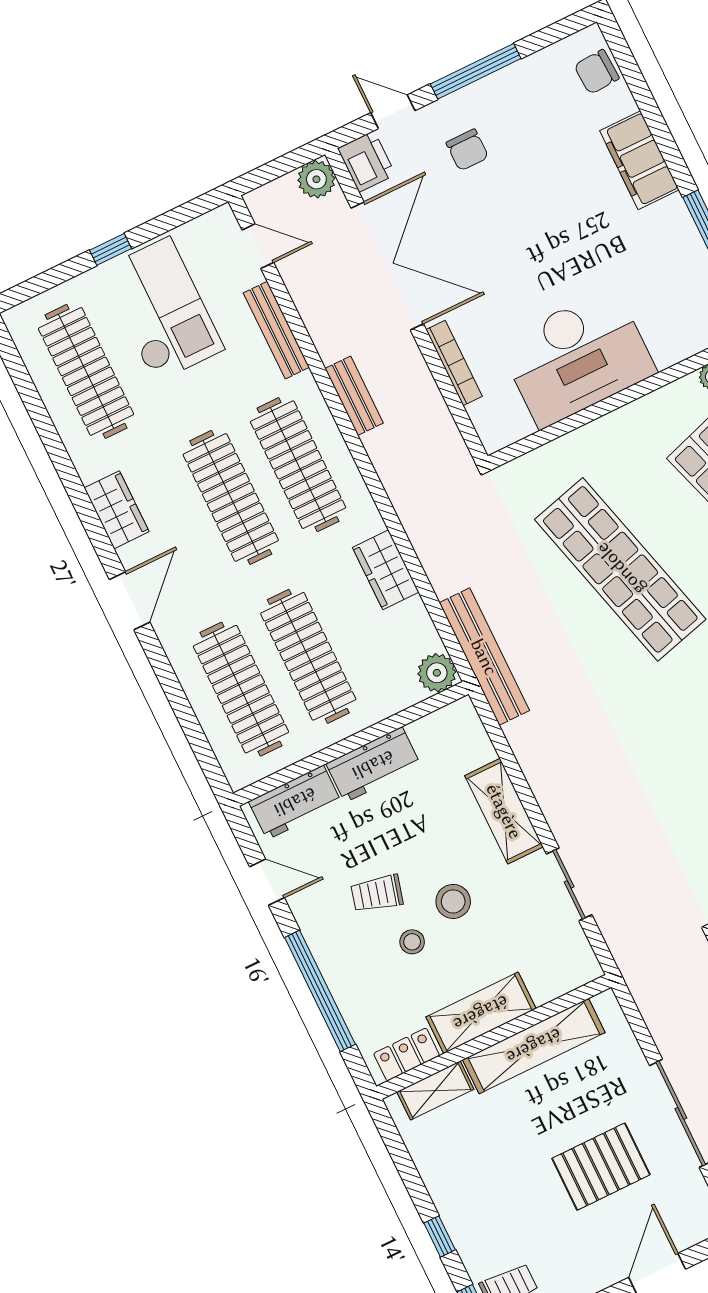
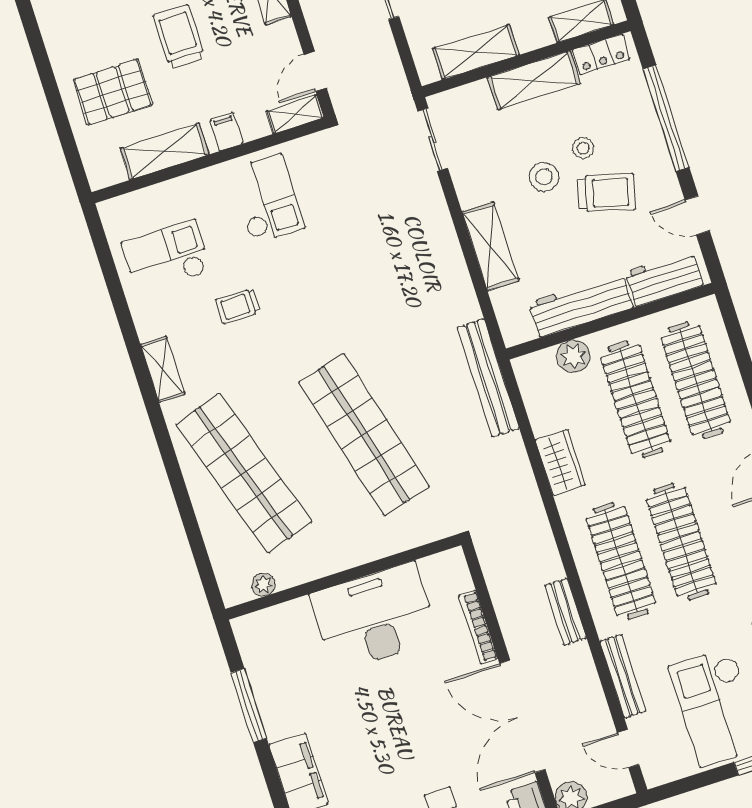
plant: (437, 673) -> (573, 356), moved
workbench: (373, 765) -> (581, 305), width x1.38
sliding door: (569, 884) -> (433, 140), moved
trolley: (377, 894) -> (607, 193), width x1.36, depth x1.39
shelving: (534, 1046) -> (476, 52), width x0.68

